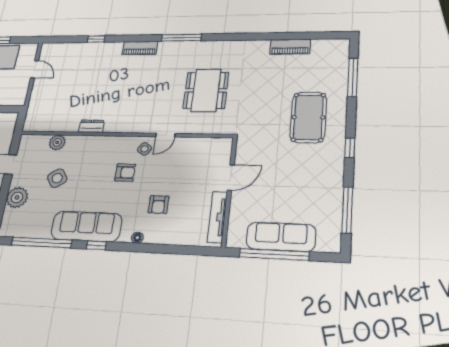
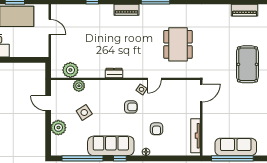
piano: (290, 47) -> (244, 10), moved
plant: (50, 122) -> (70, 70), added
dresser: (91, 126) -> (114, 73), moved
door: (231, 177) -> (201, 93), moved

